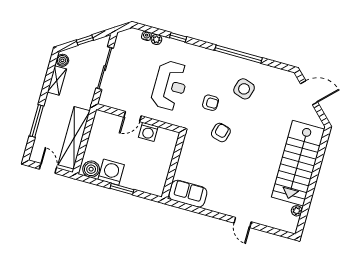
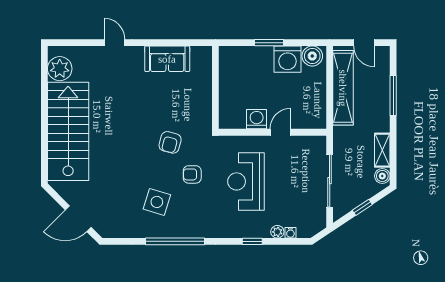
sofa: (188, 194) -> (167, 59), moved
plant: (297, 211) -> (60, 69), width x1.87, depth x1.87

